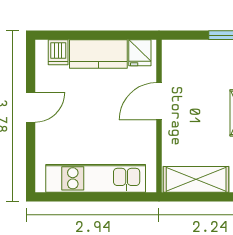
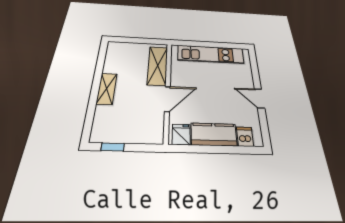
door: (31, 107) -> (259, 98), hinge flipped
shelving: (196, 179) -> (158, 66), moved, turned 90

